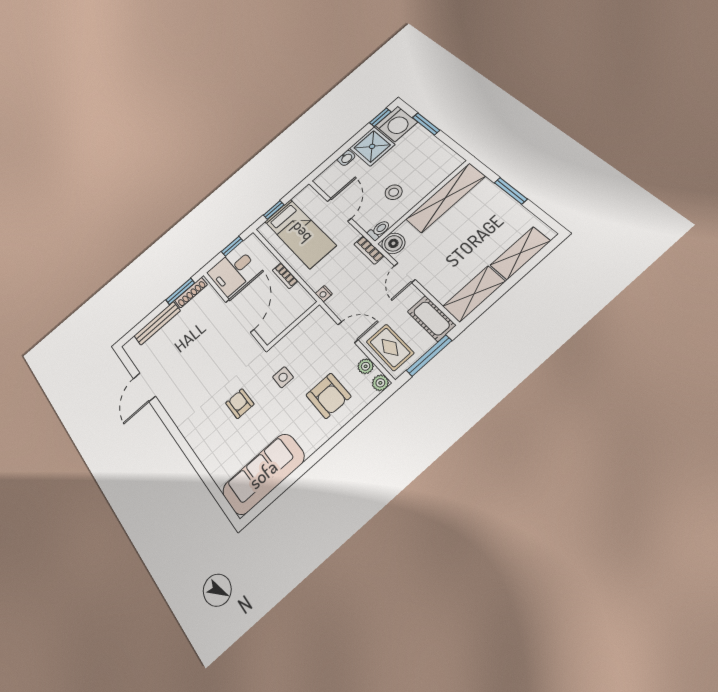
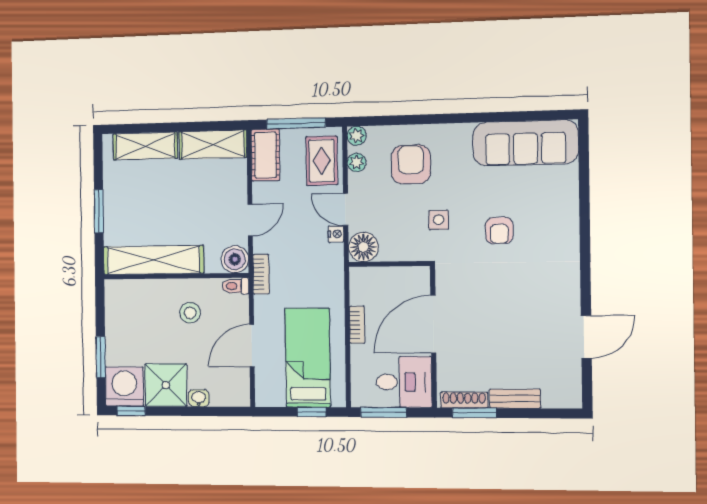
window: (232, 246) -> (383, 412), width x1.50
nightstand: (324, 294) -> (336, 234), moved
floor lamp: (318, 321) -> (363, 247), added
bench: (157, 323) -> (515, 399), width x0.73

